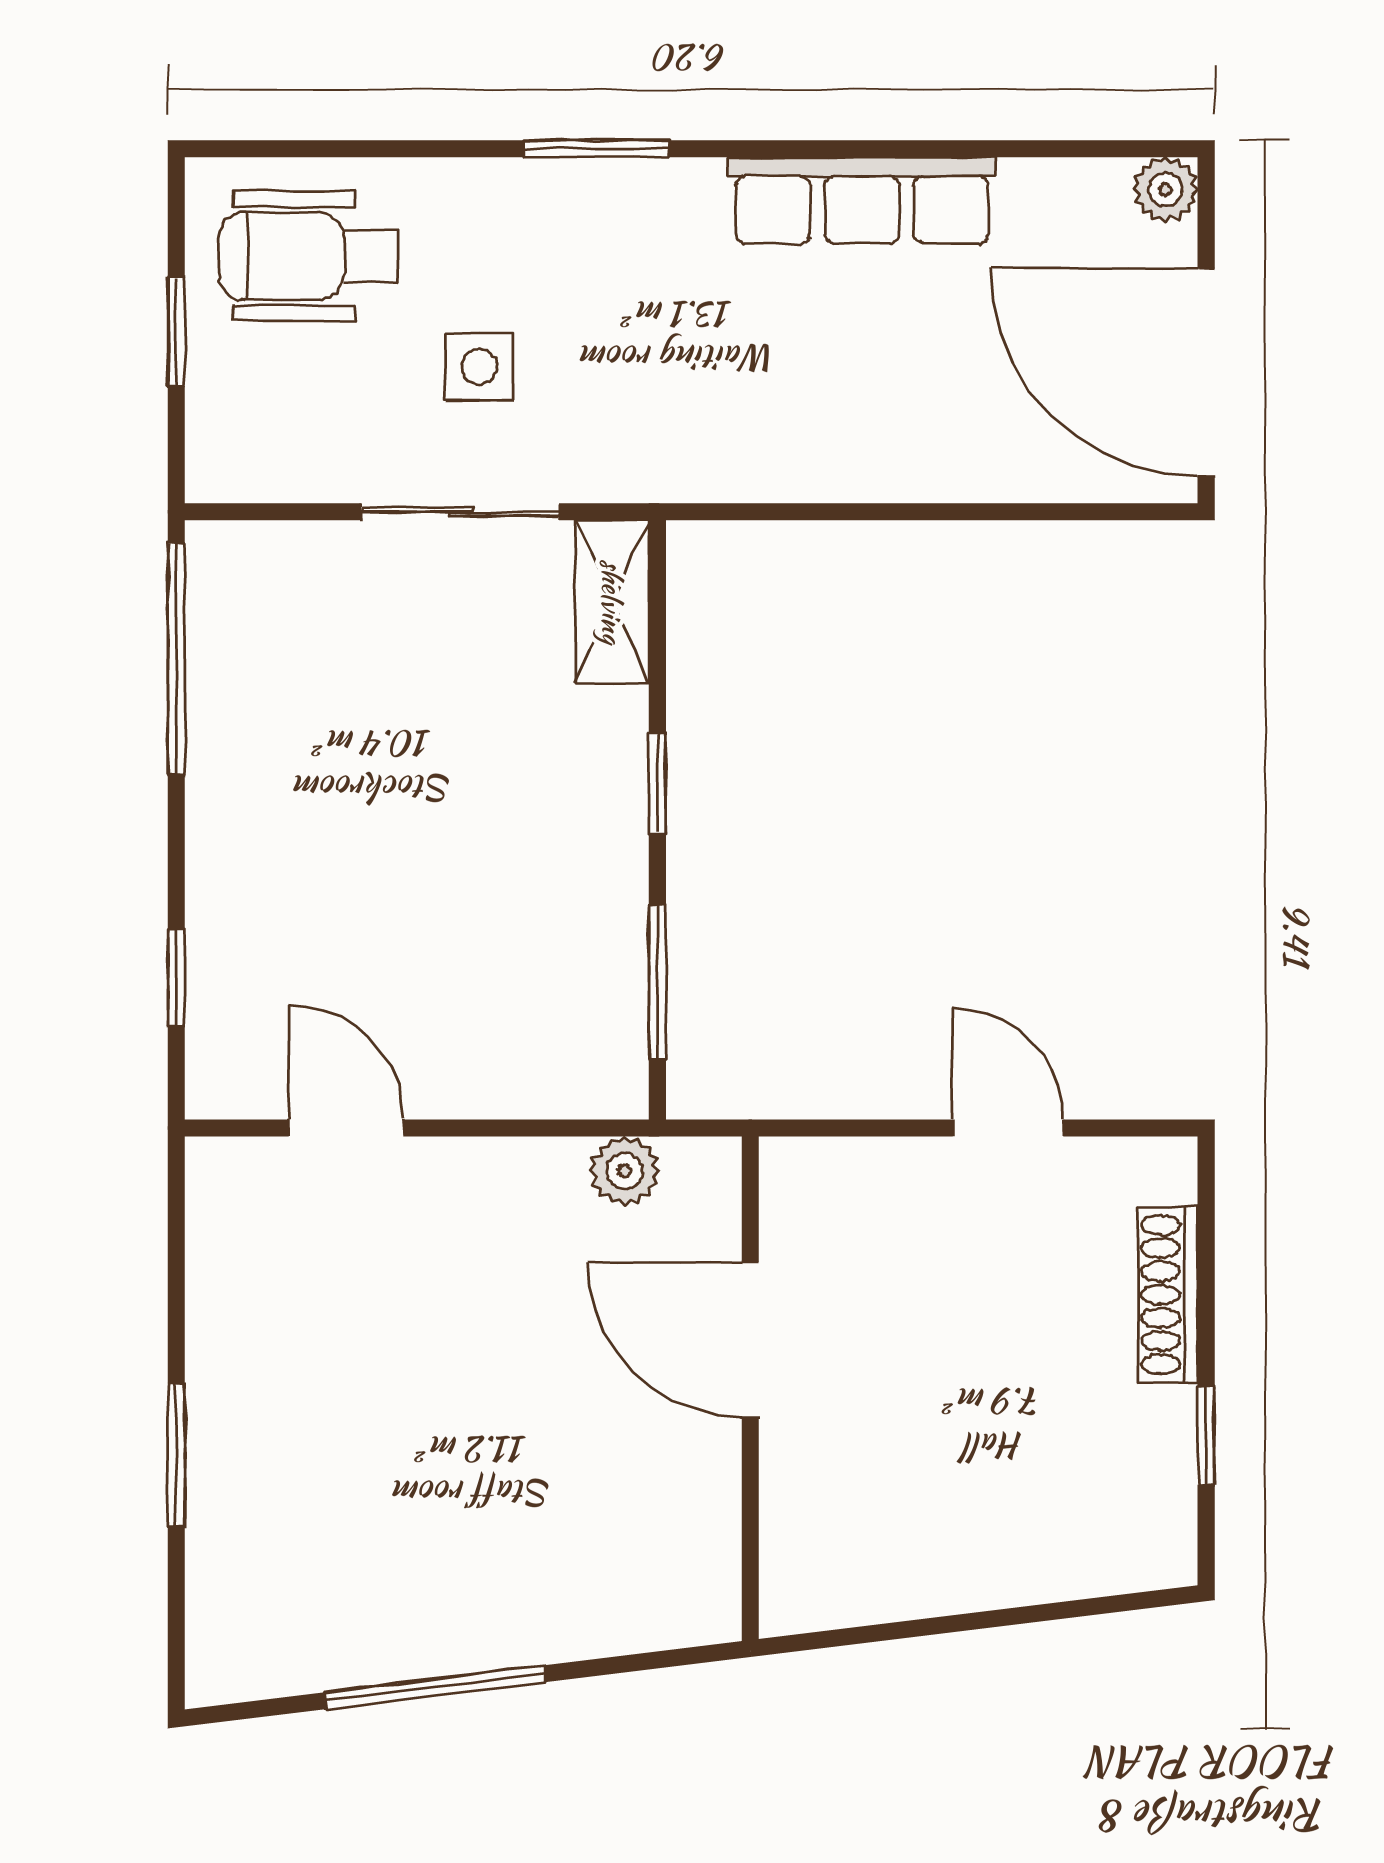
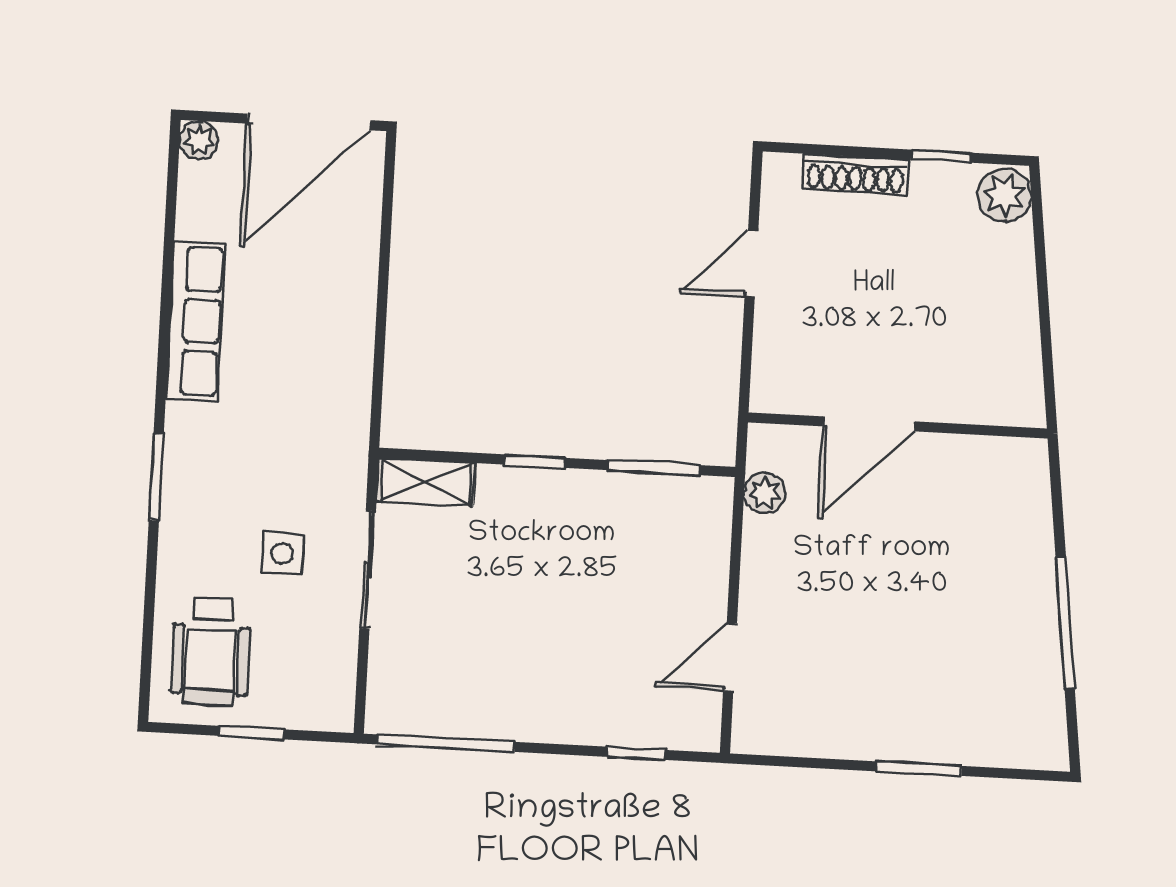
plant: (1147, 1546) -> (1004, 195), added

